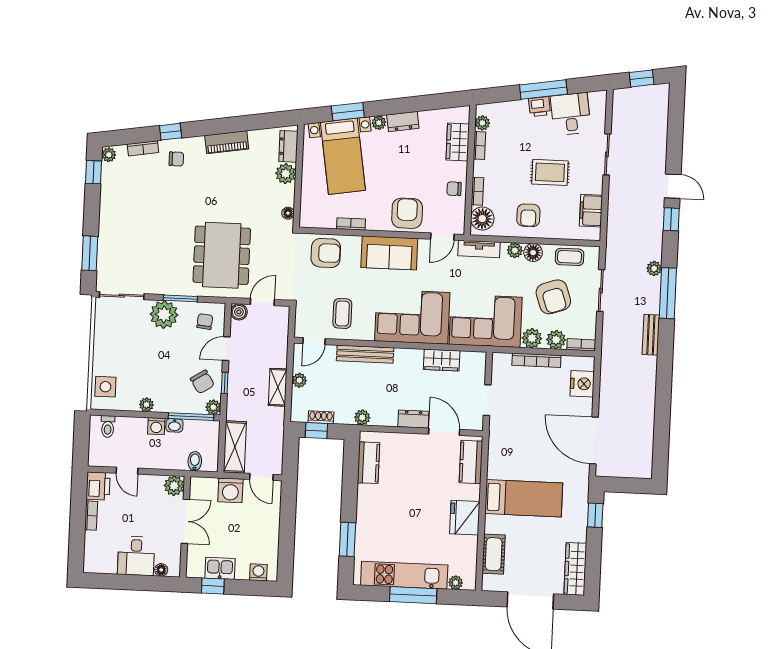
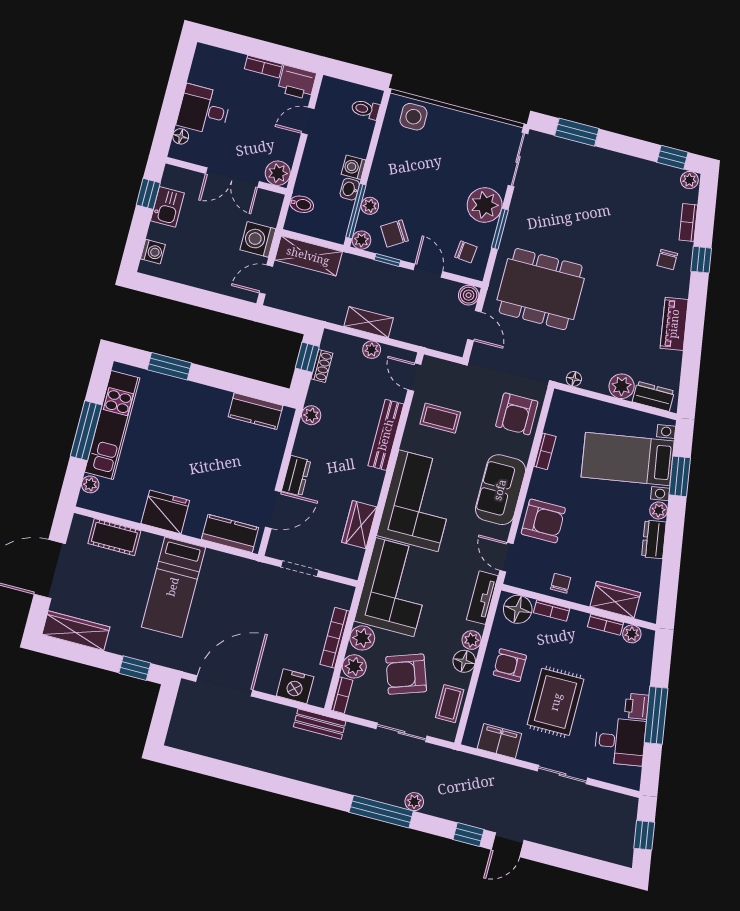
rug: (550, 172) -> (556, 702), width x1.36, depth x1.43
bench: (651, 335) -> (320, 724), moved
plant: (146, 405) -> (370, 206), moved

